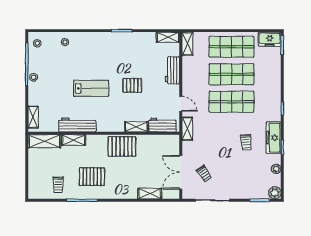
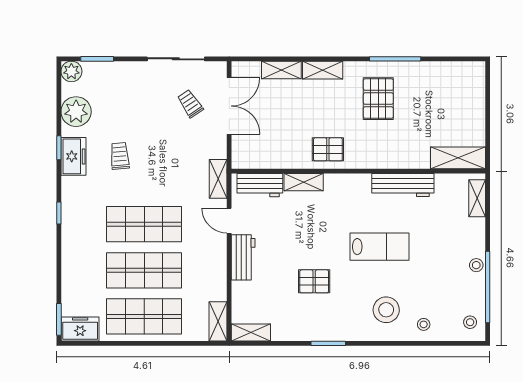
stool: (87, 51) -> (386, 310), added
workbench: (172, 70) -> (243, 257), moved
pallet: (132, 85) -> (314, 281), moved
lab bench: (91, 88) -> (380, 247), turned 180
freezer: (274, 138) -> (73, 156), width x0.71
shelving: (74, 140) -> (323, 70), moved
pallet: (122, 146) -> (328, 149), width x0.67, depth x0.71
plant: (276, 169) -> (76, 112), width x1.87, depth x1.87
pallet: (92, 177) -> (378, 99), turned 90
trolley: (58, 185) -> (435, 85), removed

